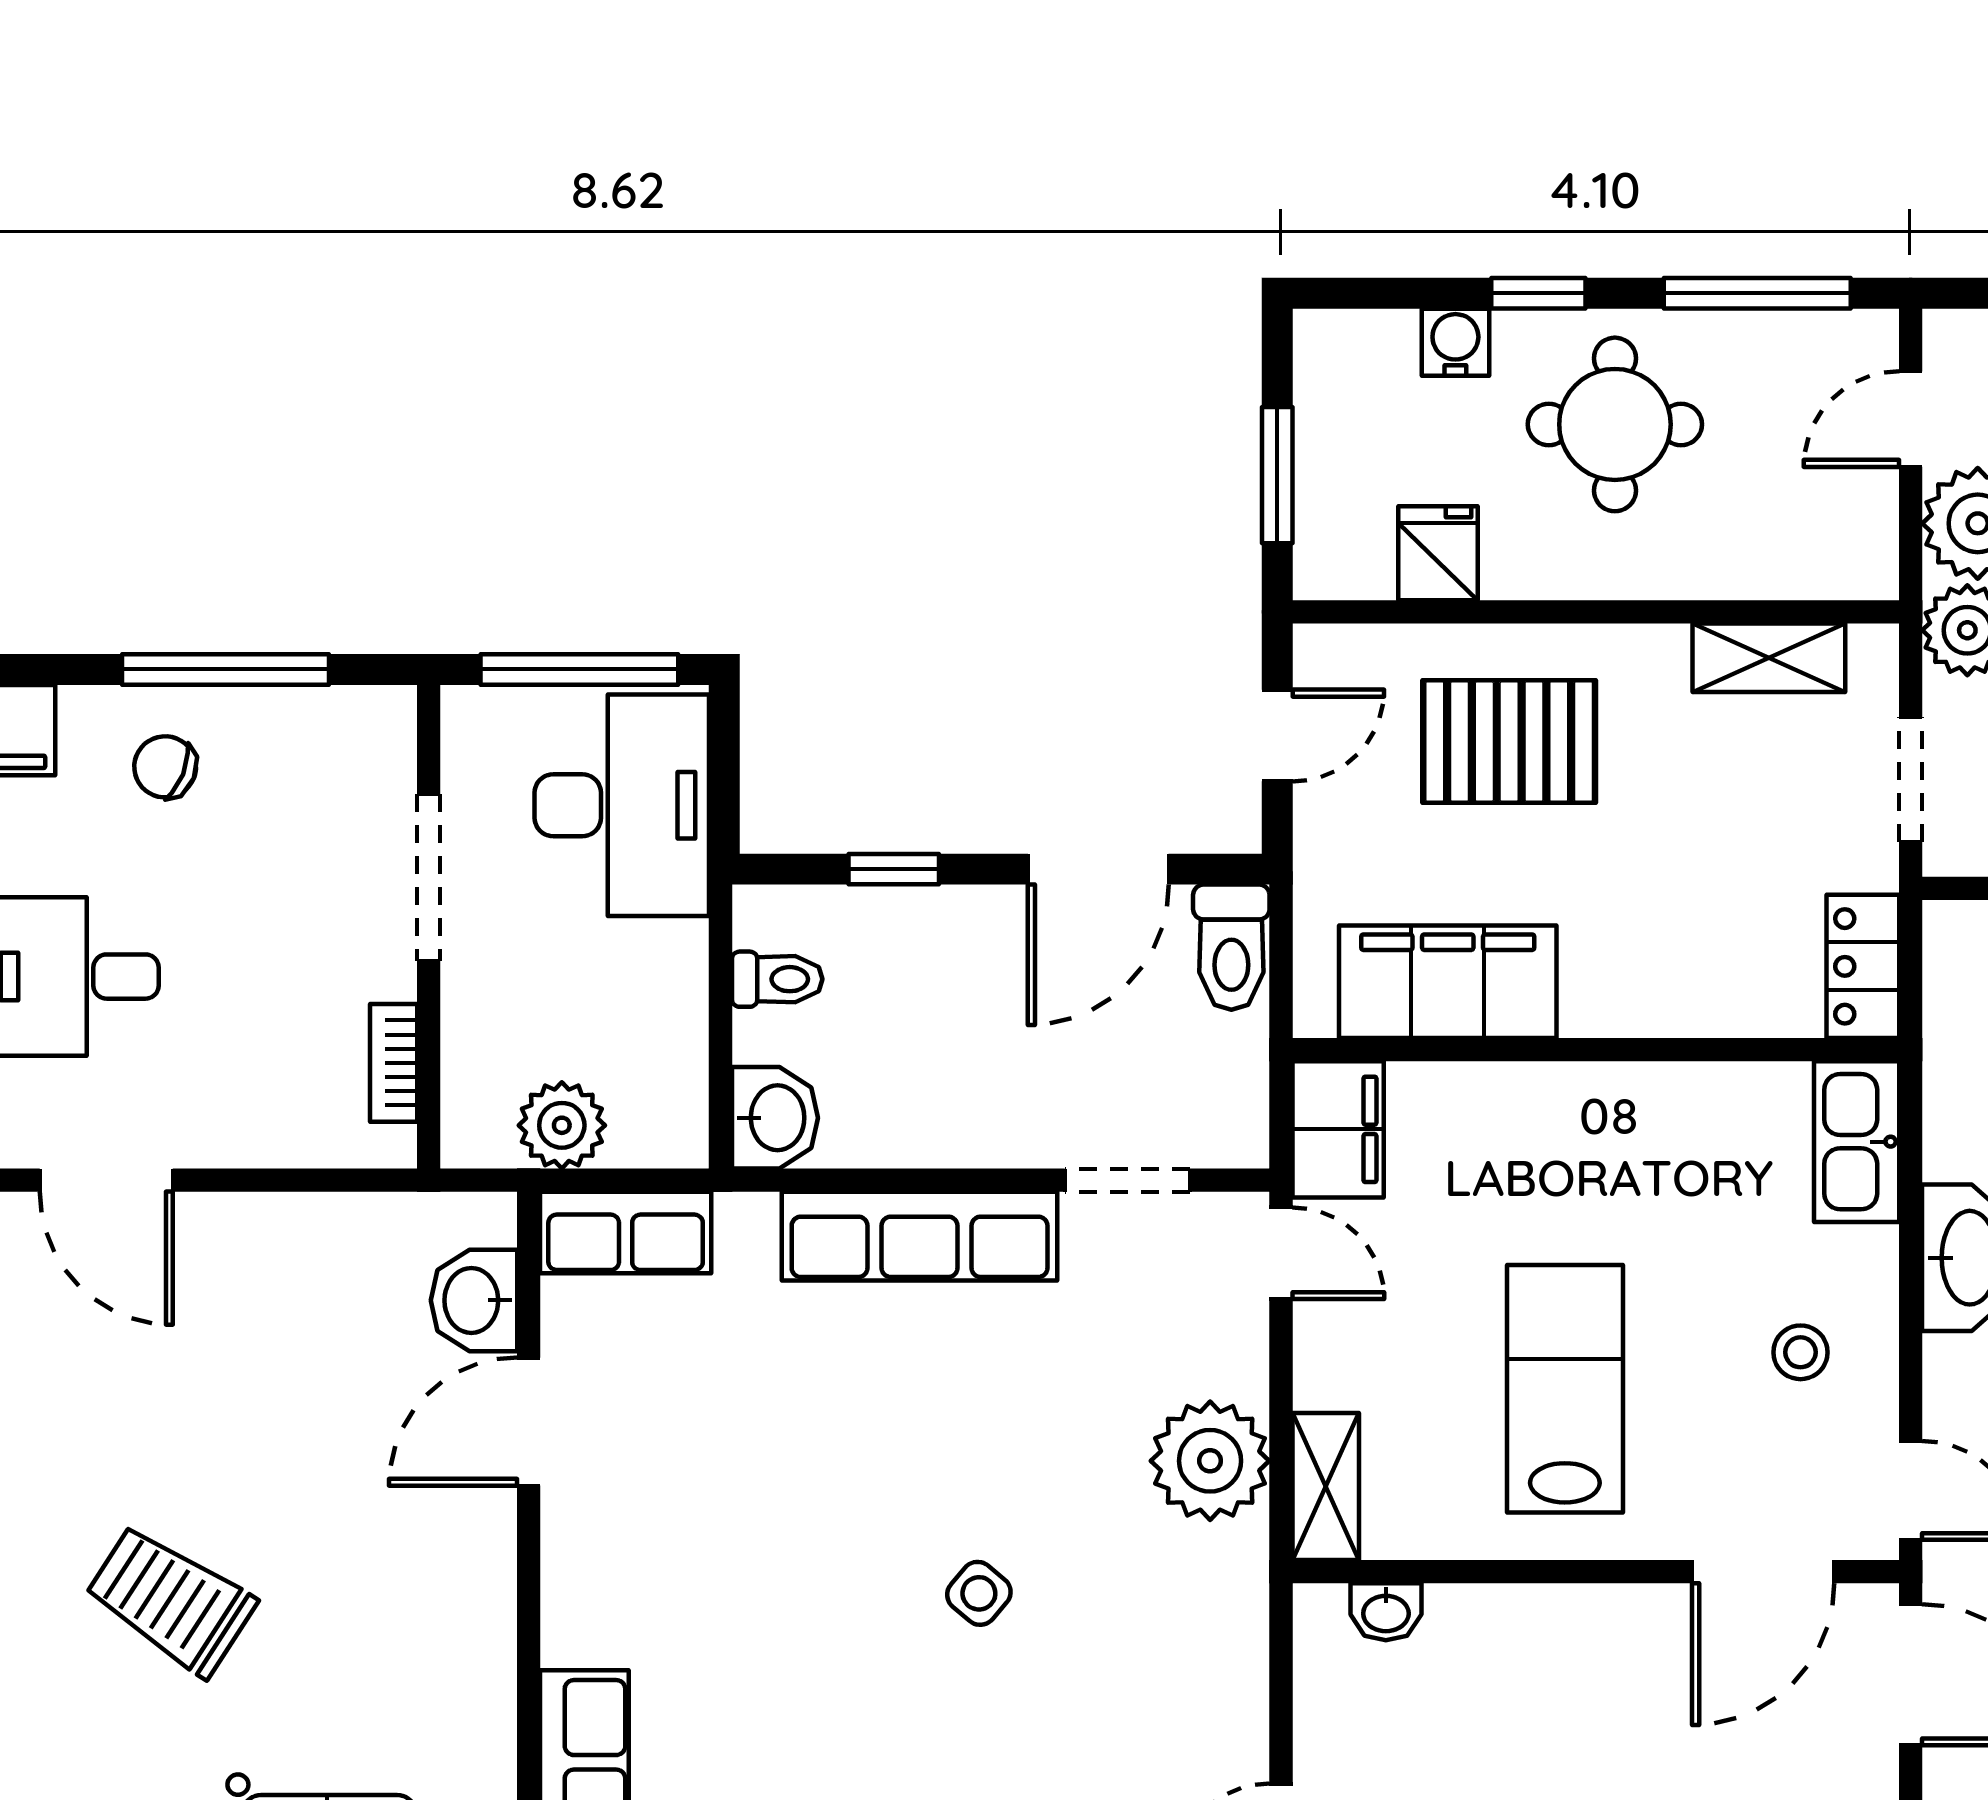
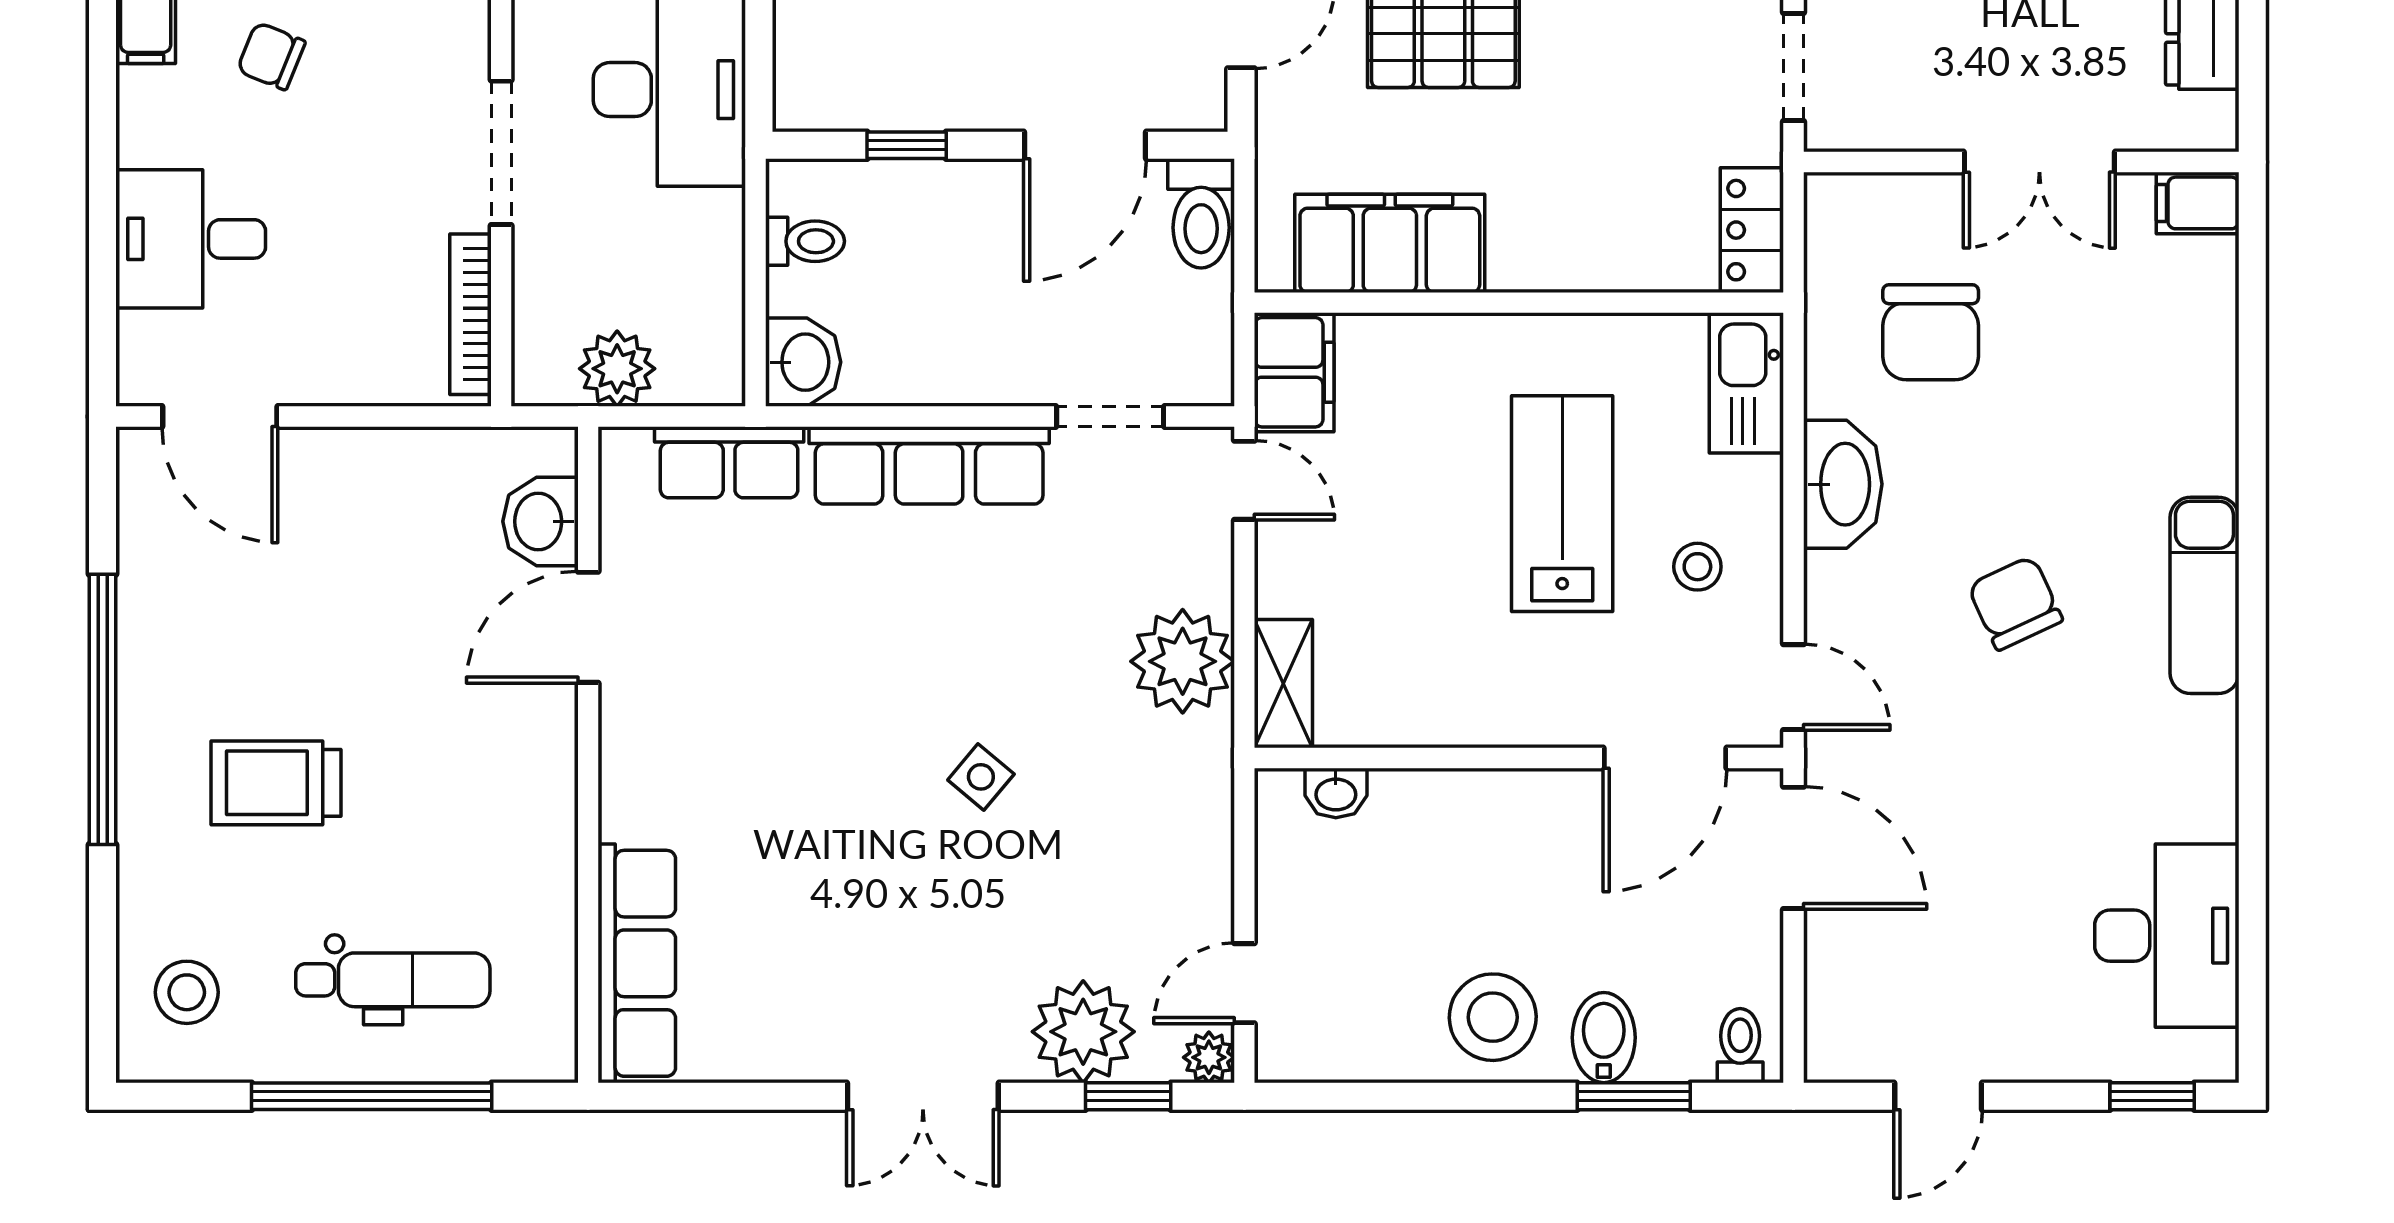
bookcase: (394, 1063) -> (470, 314), width x1.56
row of seats: (626, 1232) -> (729, 462), moved
lab bench: (1565, 1389) -> (1562, 504), moved
trolley: (171, 1600) -> (276, 783), turned -33

